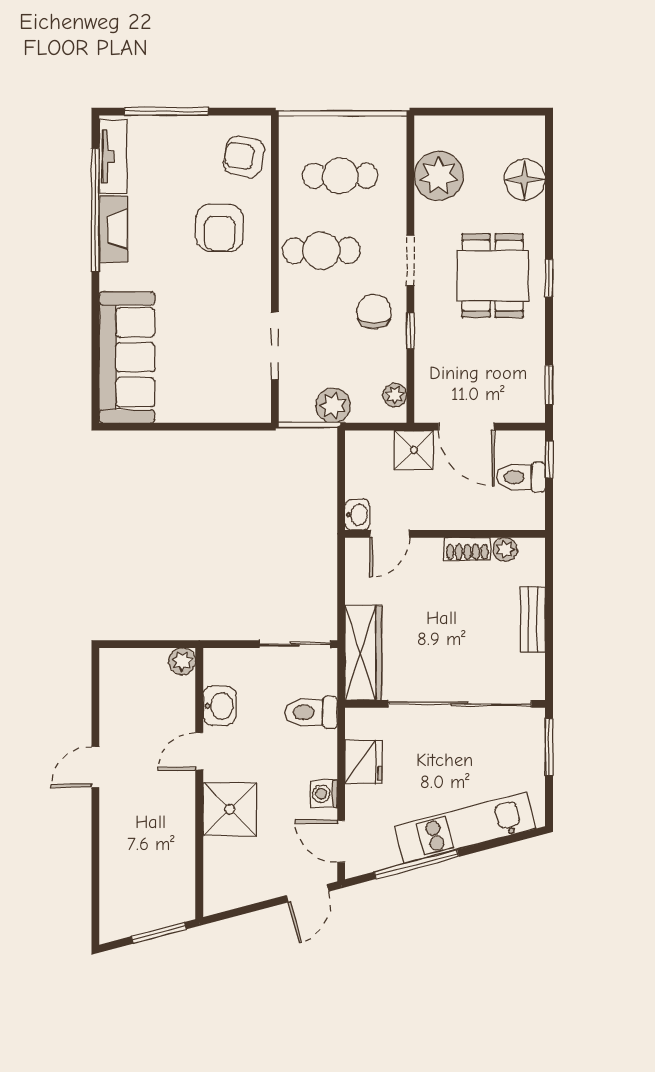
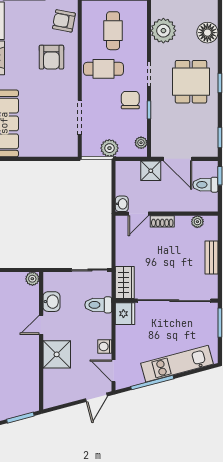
cafe table: (340, 176) -> (113, 31), turned 90
shoe rack: (467, 549) -> (162, 221), moved
wardrobe: (363, 653) -> (125, 282), width x0.67
fridge: (364, 762) -> (125, 314), moved

